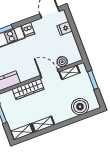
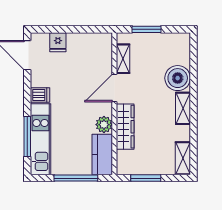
plant: (62, 62) -> (104, 125), moved
boiler: (80, 107) -> (178, 78), moved
shelving: (43, 124) -> (183, 108), moved

